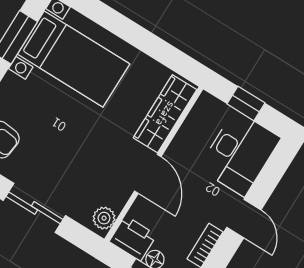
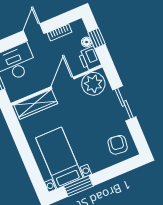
plant: (104, 218) -> (93, 84), width x1.88, depth x1.88

